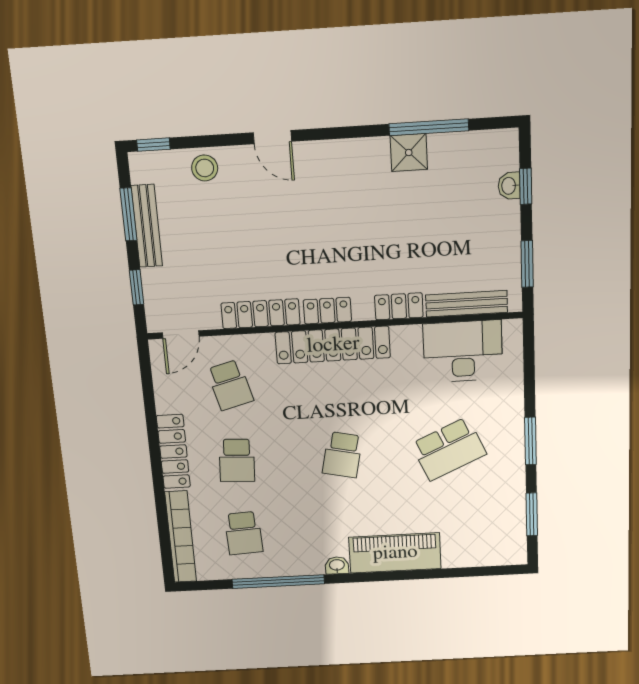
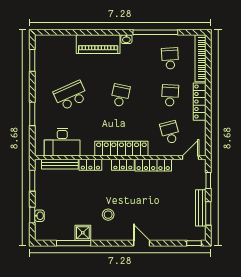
stool: (205, 168) -> (108, 215), moved
window: (530, 441) -> (32, 114), moved

